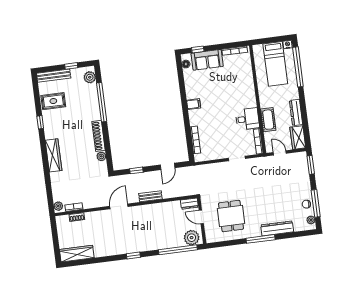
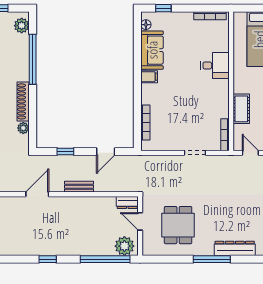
sofa: (207, 60) -> (152, 50), moved, turned -90
desk: (247, 119) -> (215, 65), moved

